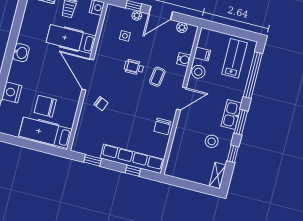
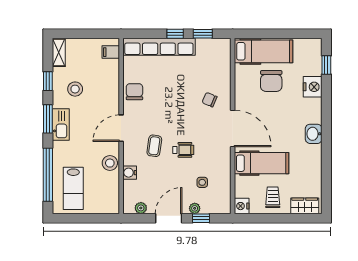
filing cabinet: (202, 54) -> (111, 52), moved
chair: (45, 106) -> (271, 81), turned 90
window: (133, 171) -> (175, 34), moved

